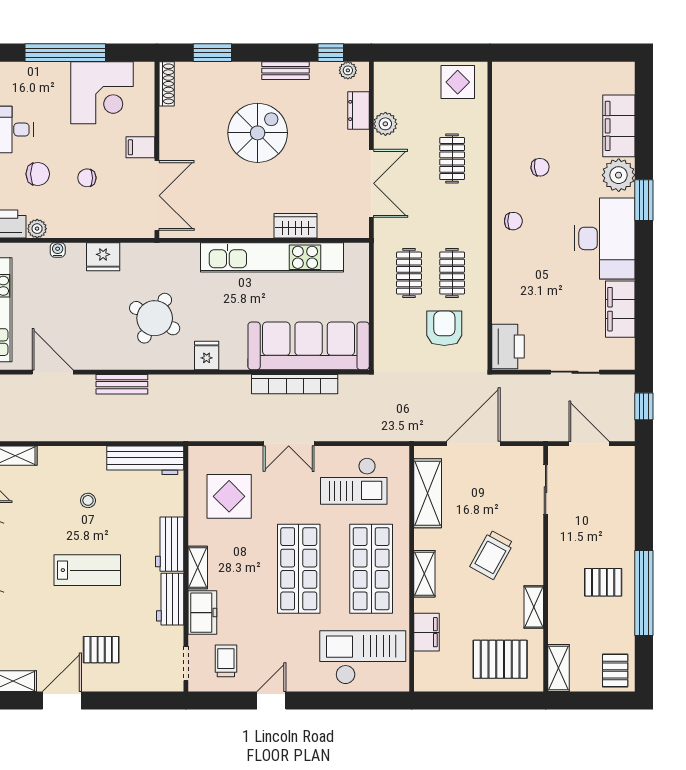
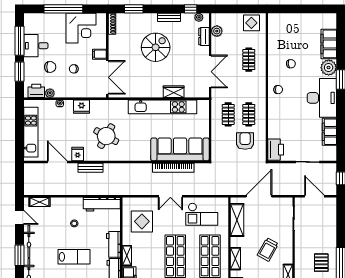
plant: (385, 124) -> (217, 31), moved
fridge: (207, 356) -> (78, 154), moved
pallet: (603, 582) -> (321, 263), turned 90

